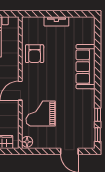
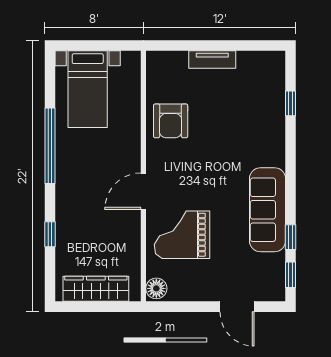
window: (98, 44) -> (291, 103), added
sofa: (86, 67) -> (267, 210), moved

